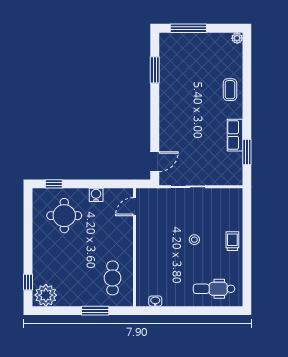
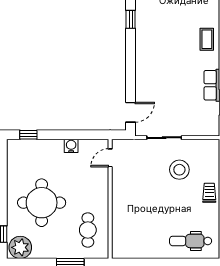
window: (155, 70) -> (131, 19), width x0.67
round table: (64, 216) -> (42, 203), moved, width x1.36, depth x1.36
stool: (194, 240) -> (179, 170), moved, width x1.89, depth x1.89
washbasin: (155, 301) -> (131, 253), removed

